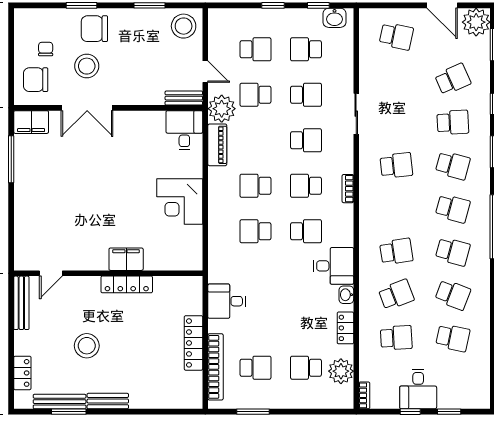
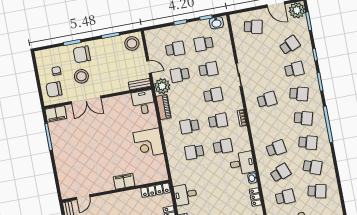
school desk: (306, 186) -> (218, 121), turned 180
locker: (127, 284) -> (155, 190), moved

